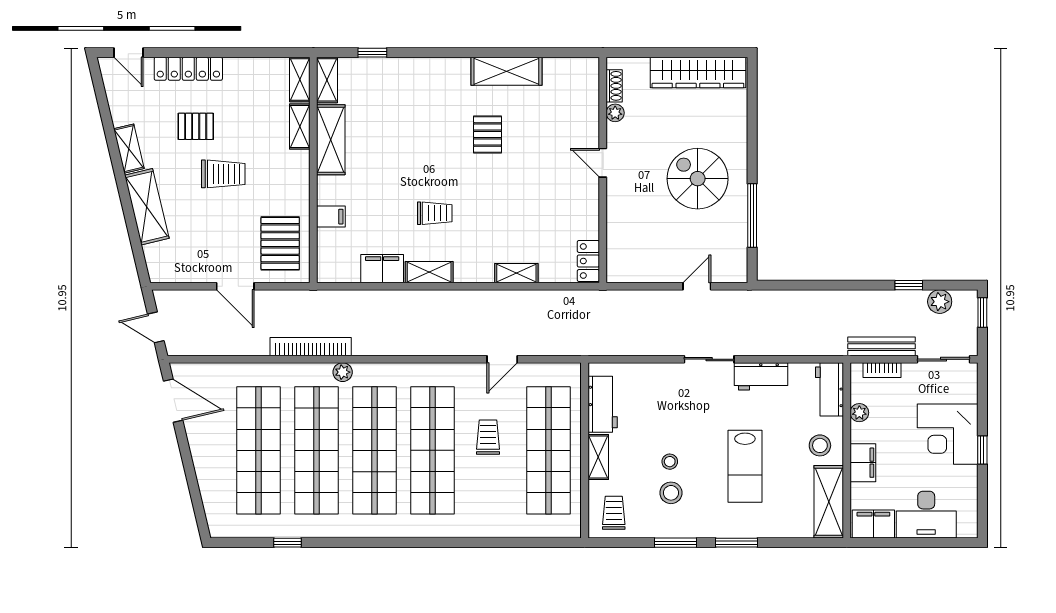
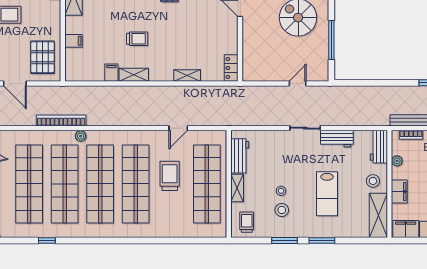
filing cabinet: (382, 269) -> (111, 73), width x0.50
trolley: (488, 437) -> (170, 176), width x1.36, depth x1.39

